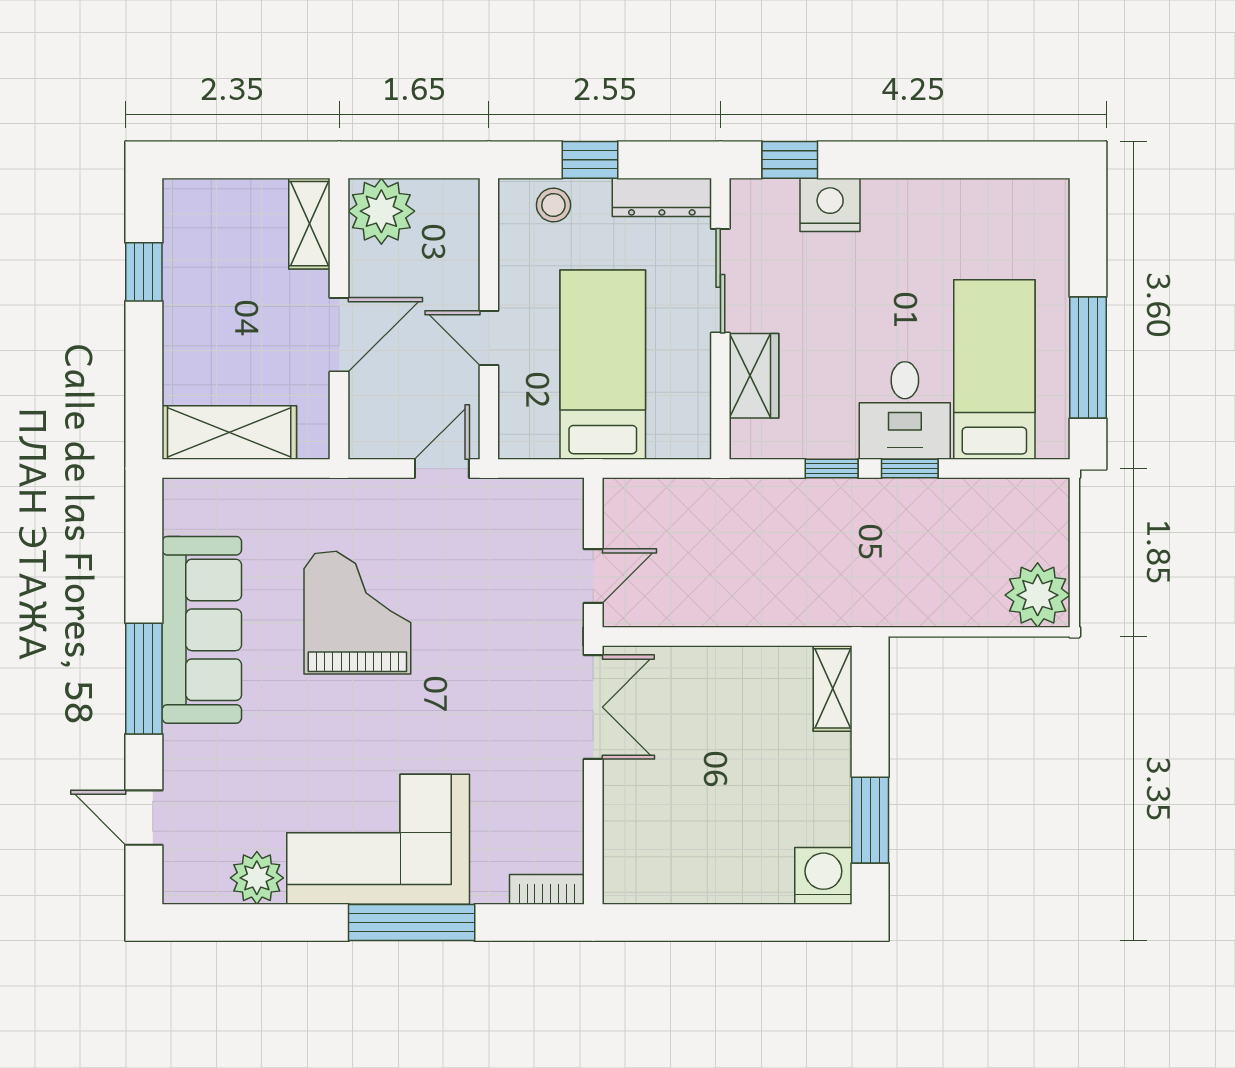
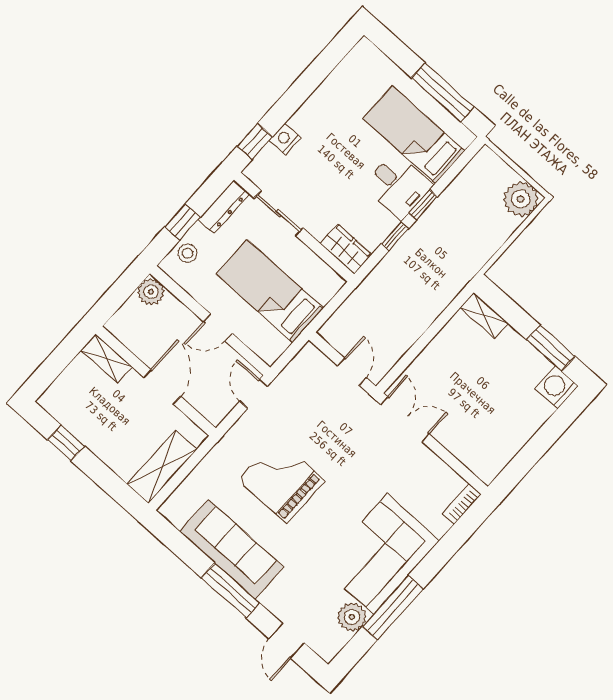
nightstand: (830, 205) -> (285, 139), width x0.74, depth x0.75
plant: (381, 211) -> (151, 292), moved, width x0.73, depth x0.73
wardrobe: (754, 376) -> (346, 249), moved
door: (144, 818) -> (287, 641), hinge flipped
window: (412, 922) -> (393, 608), moved

